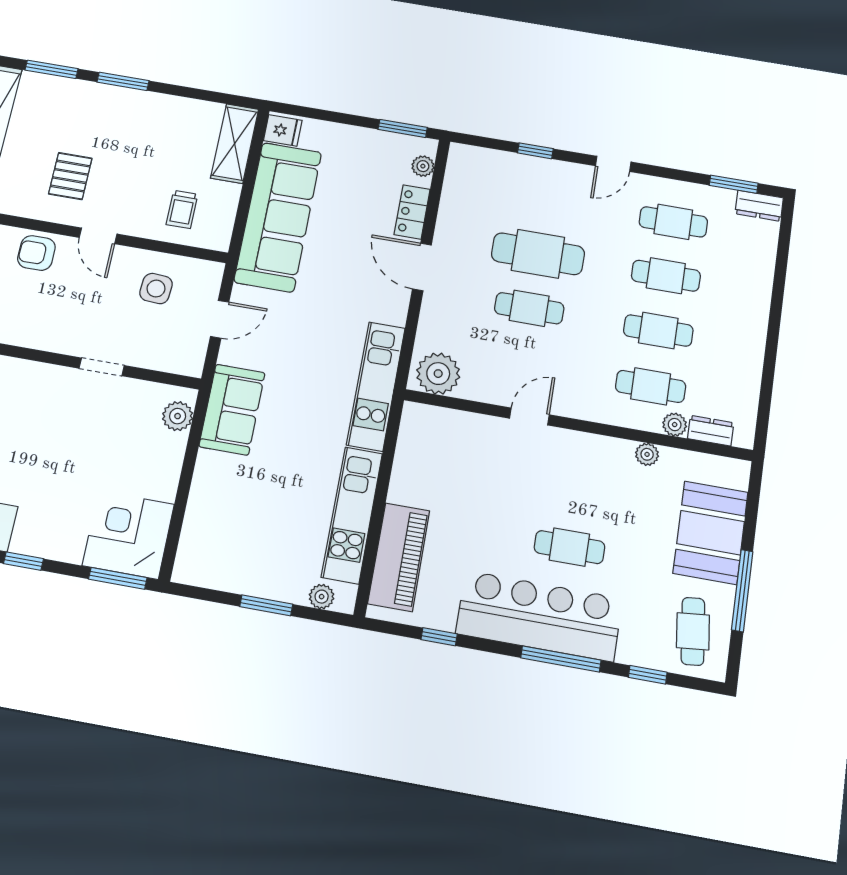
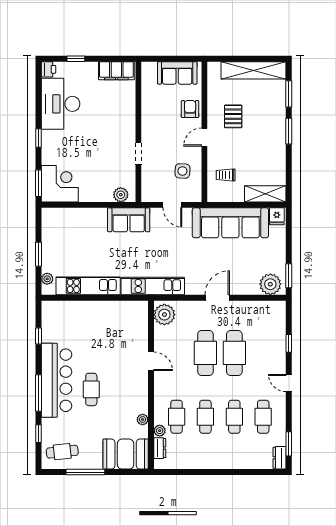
plant: (423, 166) -> (270, 284), width x1.88, depth x1.88
pallet: (70, 176) -> (233, 116), turned 90
locker: (412, 212) -> (245, 288), removed
cafe table: (529, 308) -> (205, 353), width x1.37, depth x1.35
booth: (711, 533) -> (126, 454), moved
piano: (399, 557) -> (72, 311), removed

